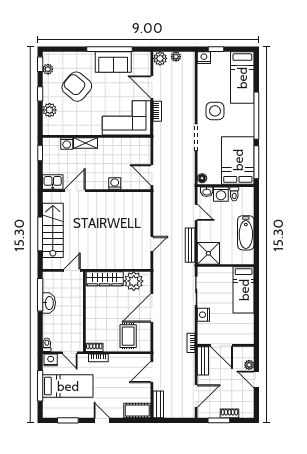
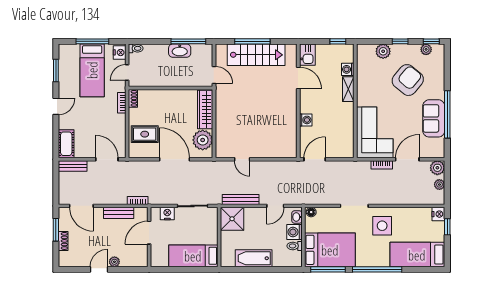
door: (222, 345) -> (149, 233), moved
wall: (226, 345) -> (149, 237), moved

